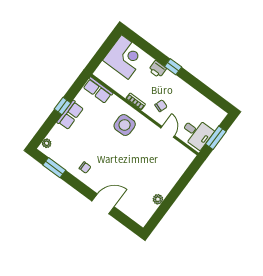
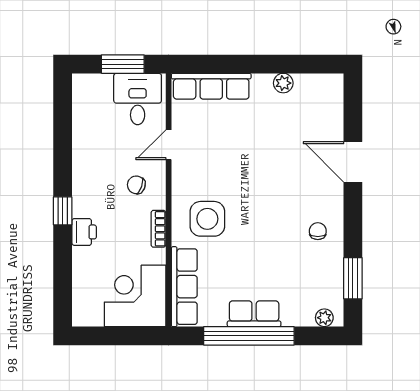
corner desk: (125, 57) -> (135, 296), moved
row of seats: (98, 90) -> (184, 287), width x1.48
window: (63, 106) -> (249, 336), width x3.17
row of seats: (179, 168) -> (211, 86), added

